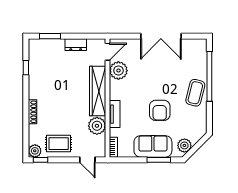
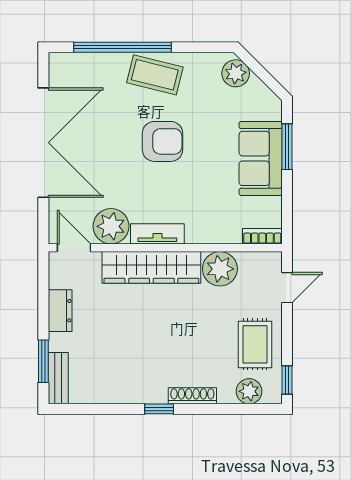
double door: (161, 36) -> (43, 143), width x1.36
bench: (41, 44) -> (58, 378), added
window: (26, 68) -> (159, 409), moved
armchair: (160, 110) -> (163, 141), moved
tv unit: (115, 114) -> (157, 234), moved
plant: (184, 145) -> (236, 73), moved
plant: (35, 151) -> (249, 391), moved

